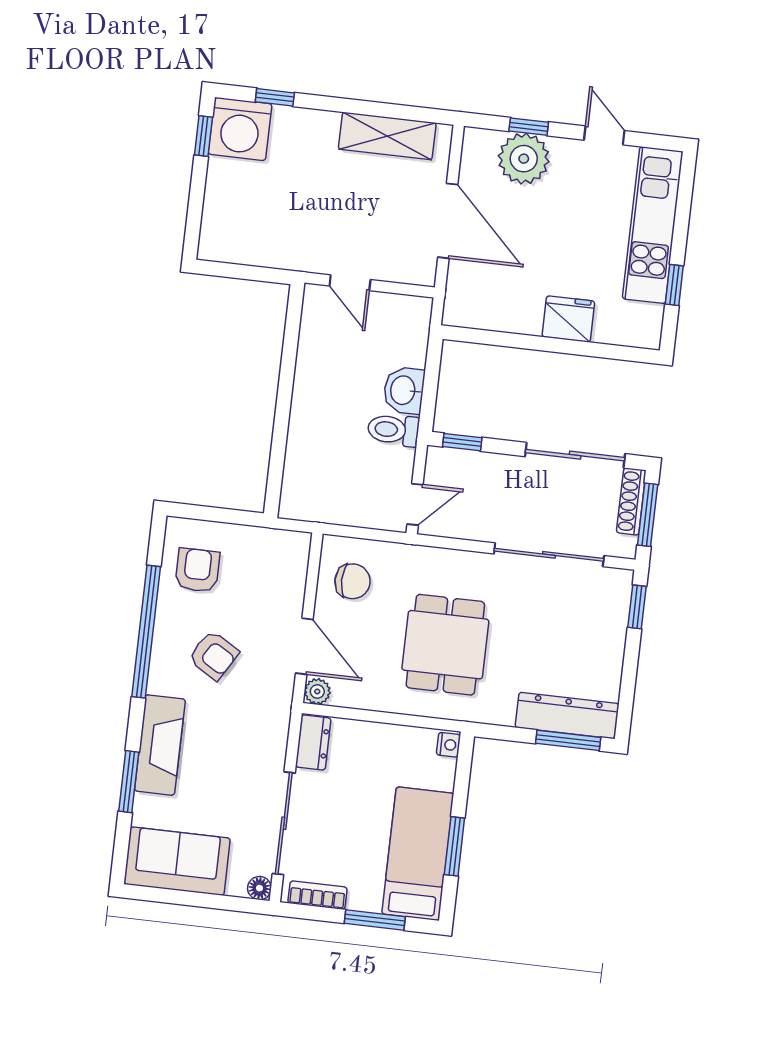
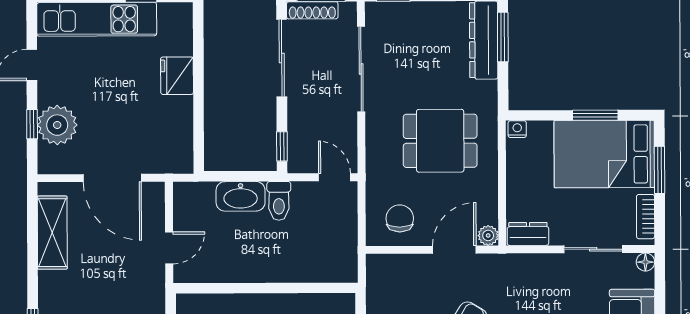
door: (448, 221) -> (112, 178), swing flipped
washbasin: (404, 390) -> (241, 196), width x1.38
sliding door: (284, 823) -> (593, 249), width x0.73
bed: (418, 854) -> (604, 154), width x1.50

